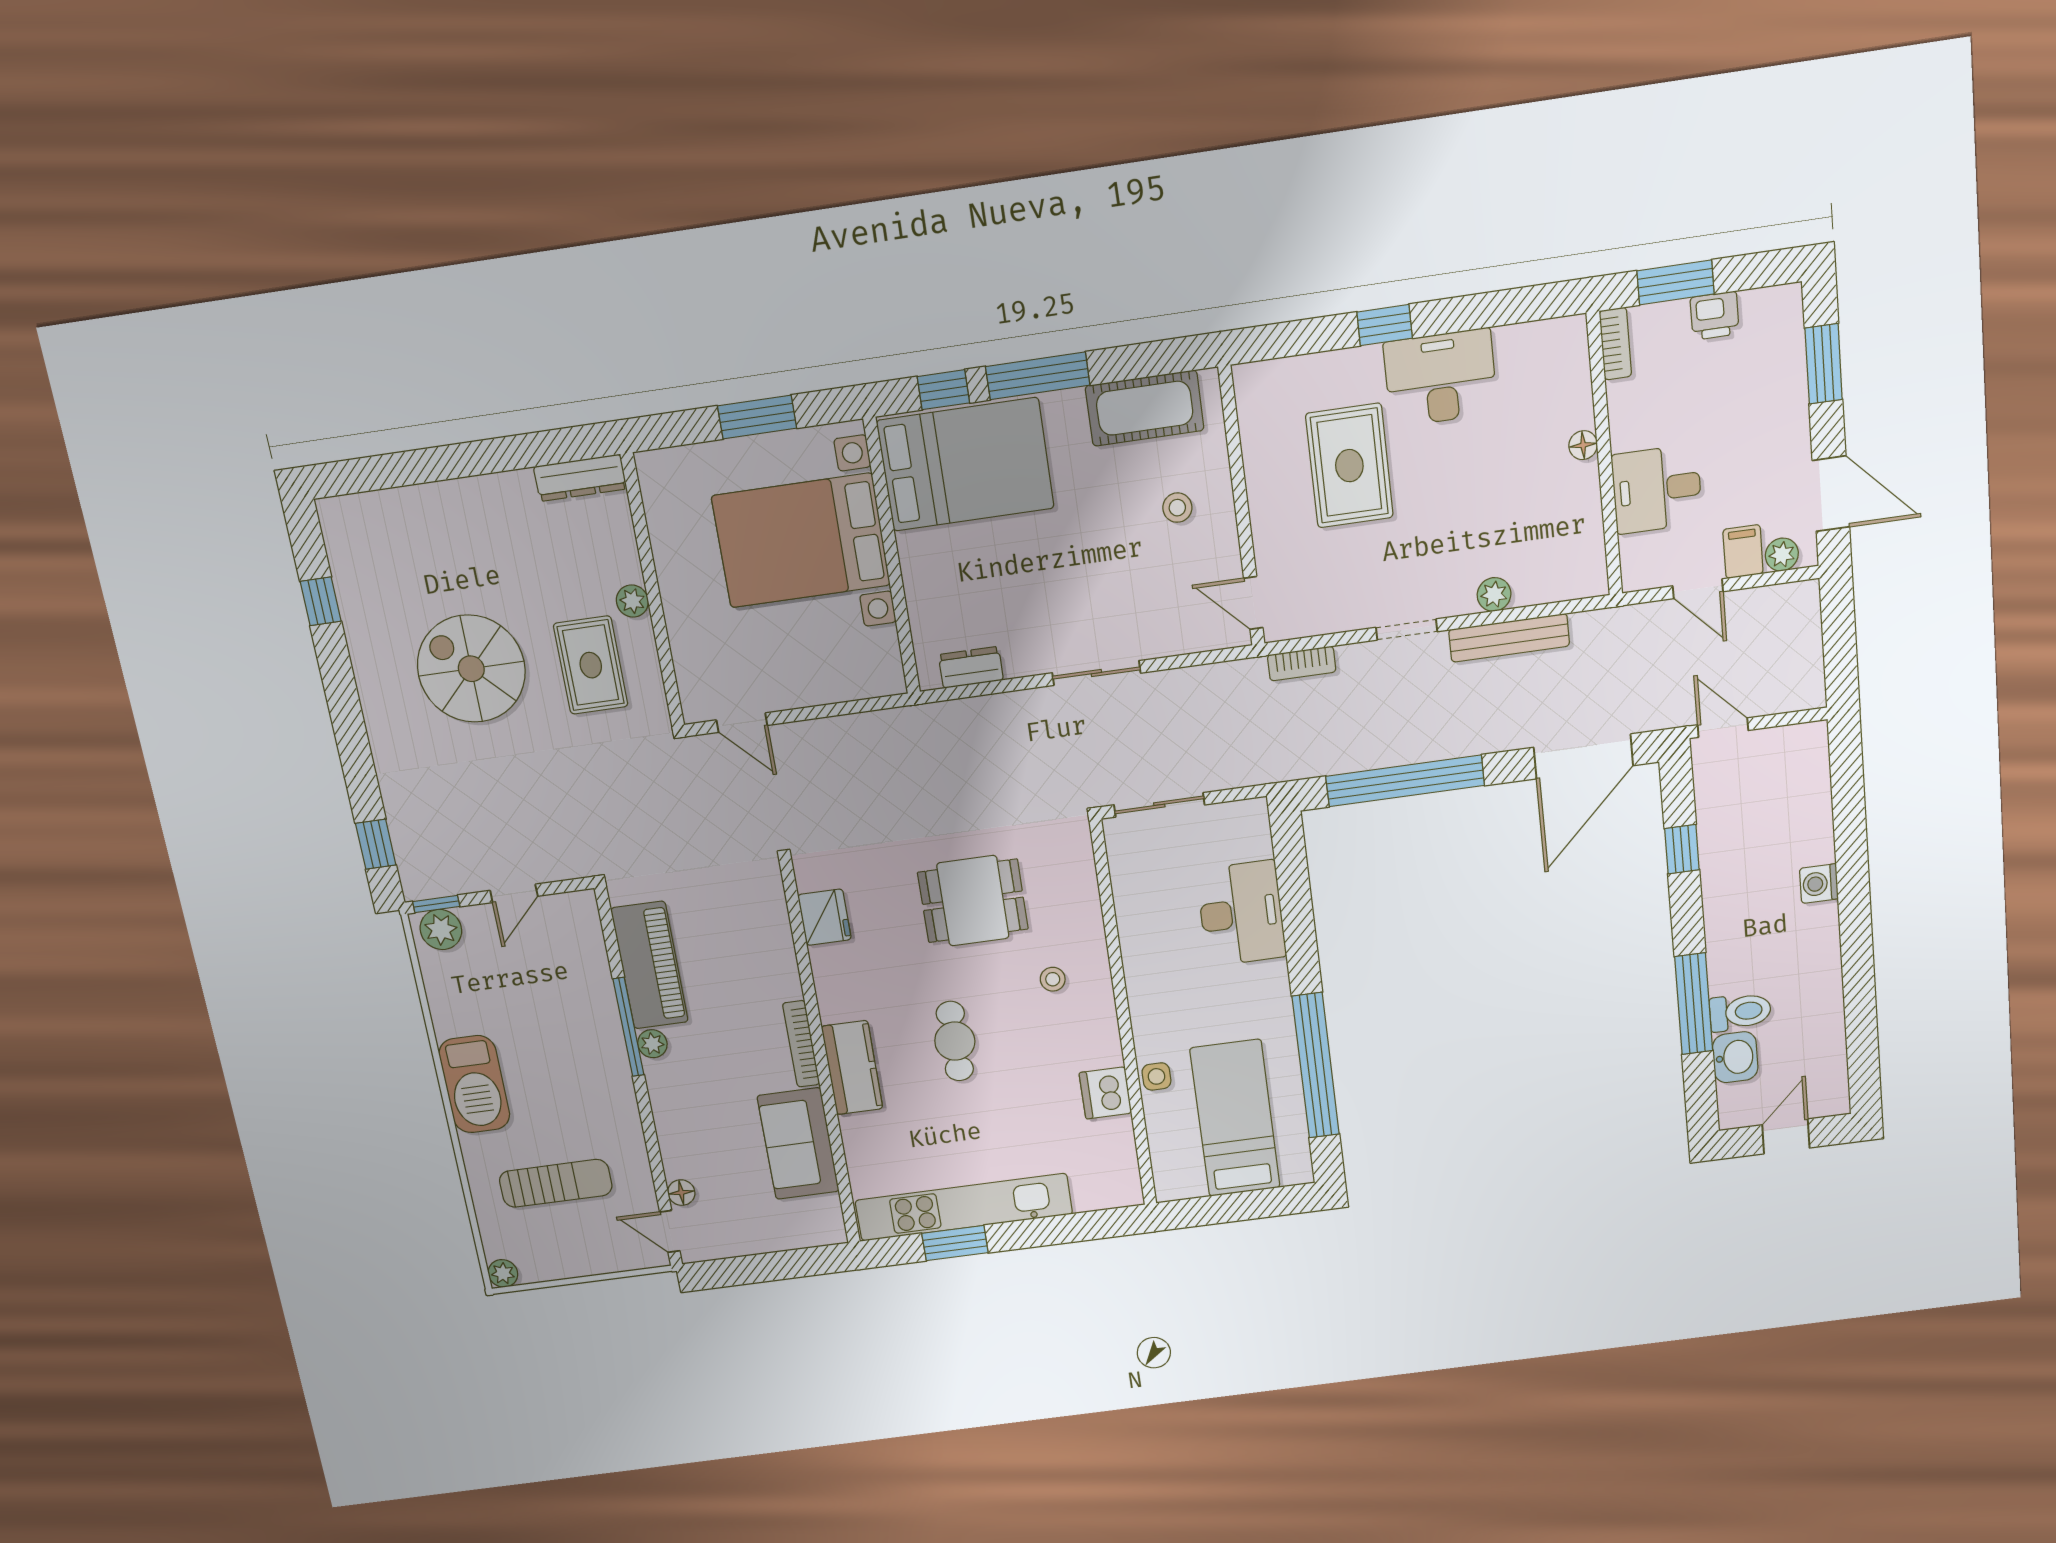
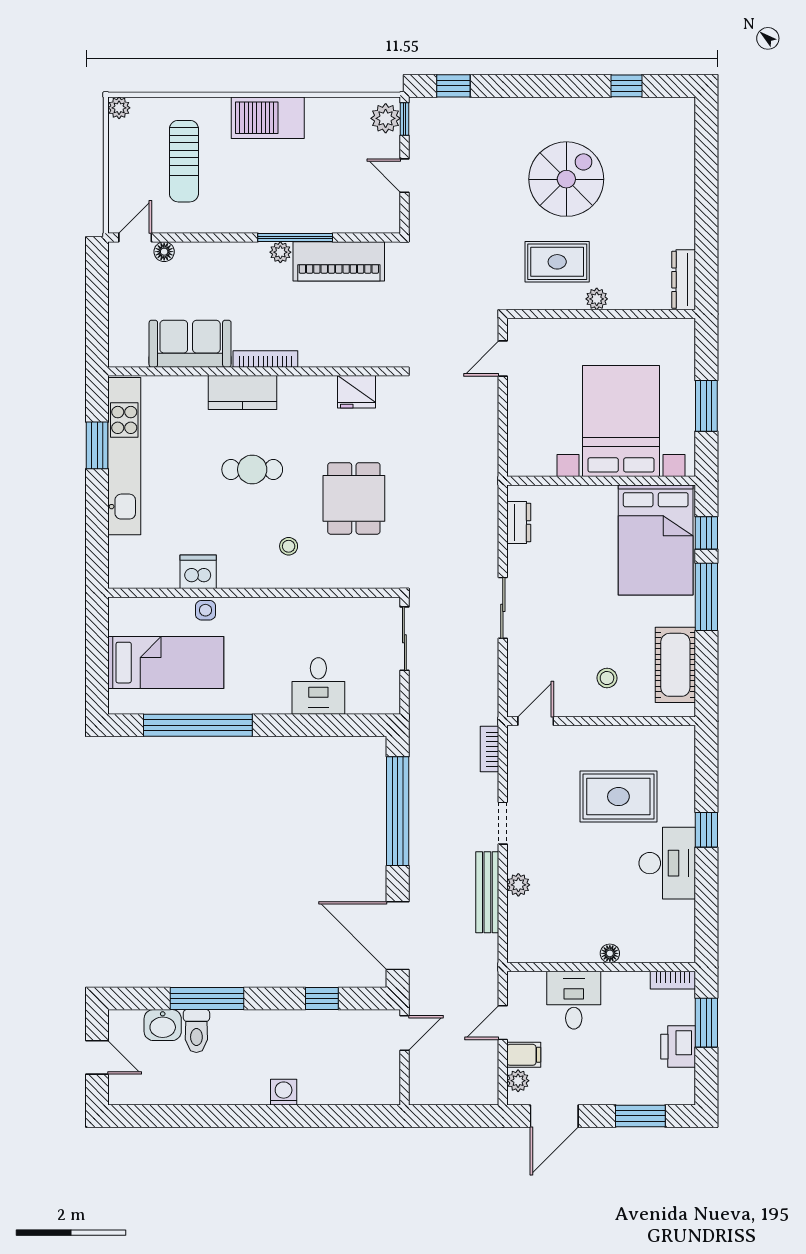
printer: (1715, 316) -> (678, 1047), width x1.36, depth x1.24
desk: (1241, 913) -> (318, 686), width x0.73

